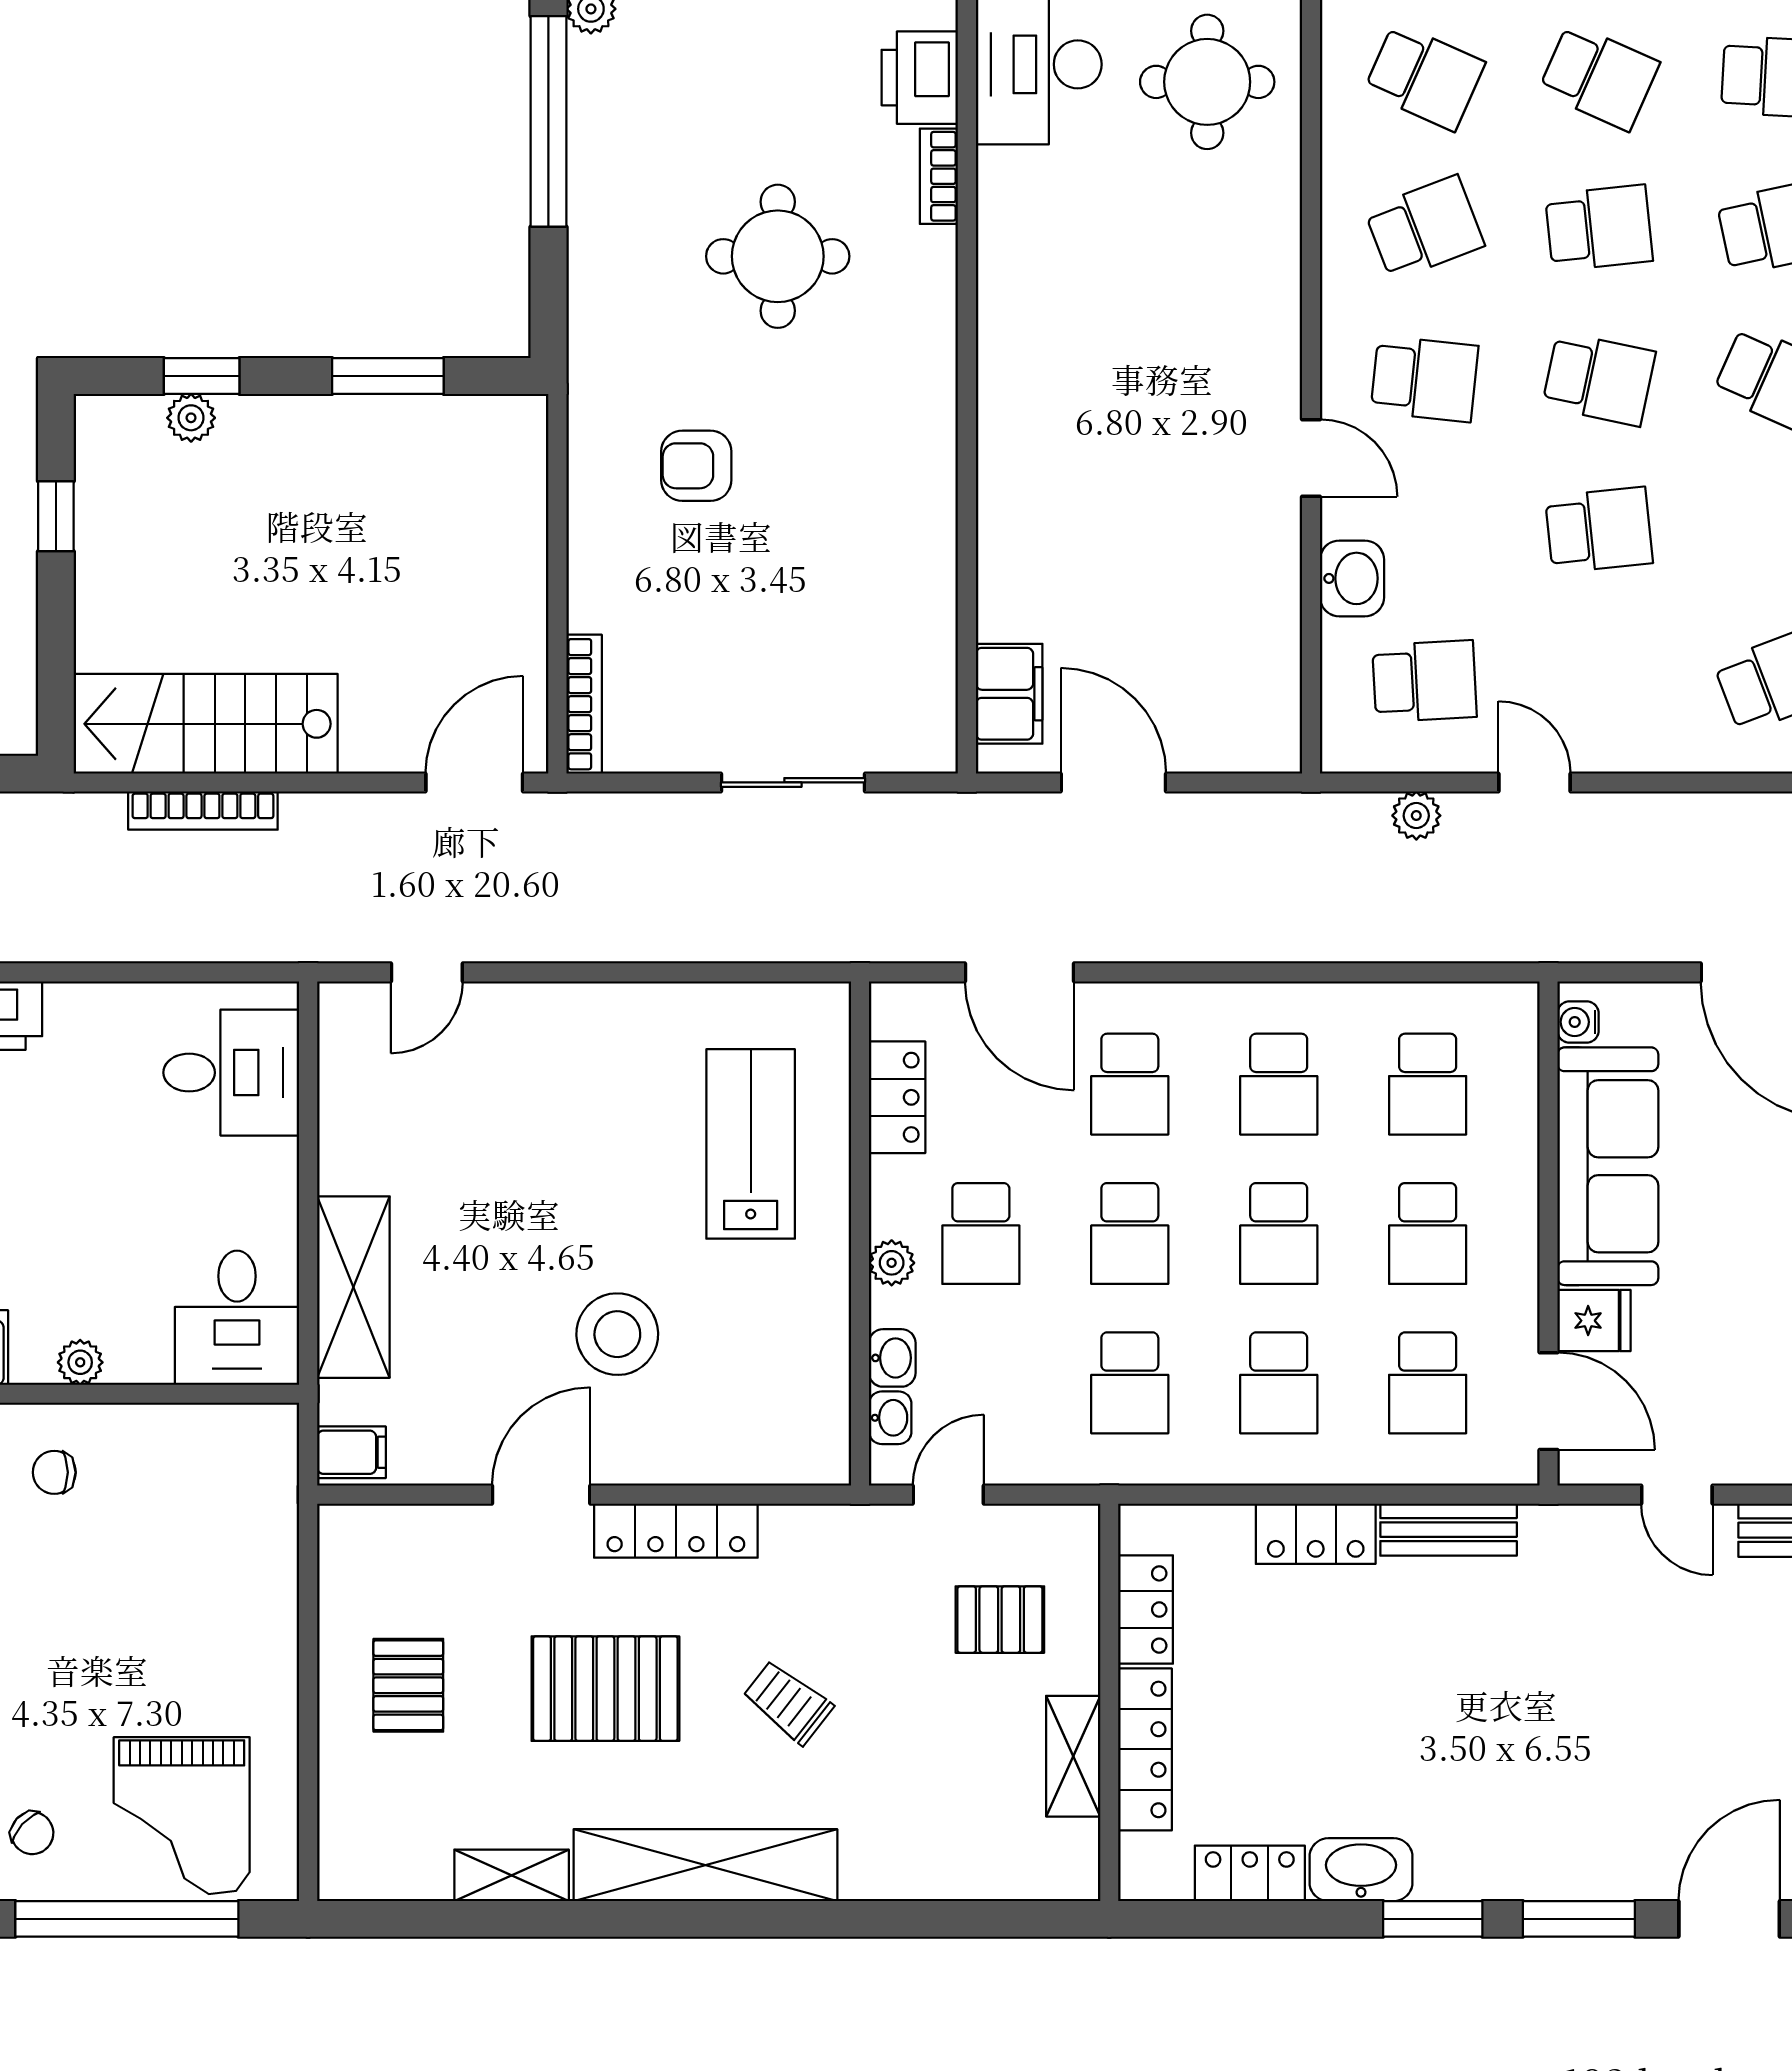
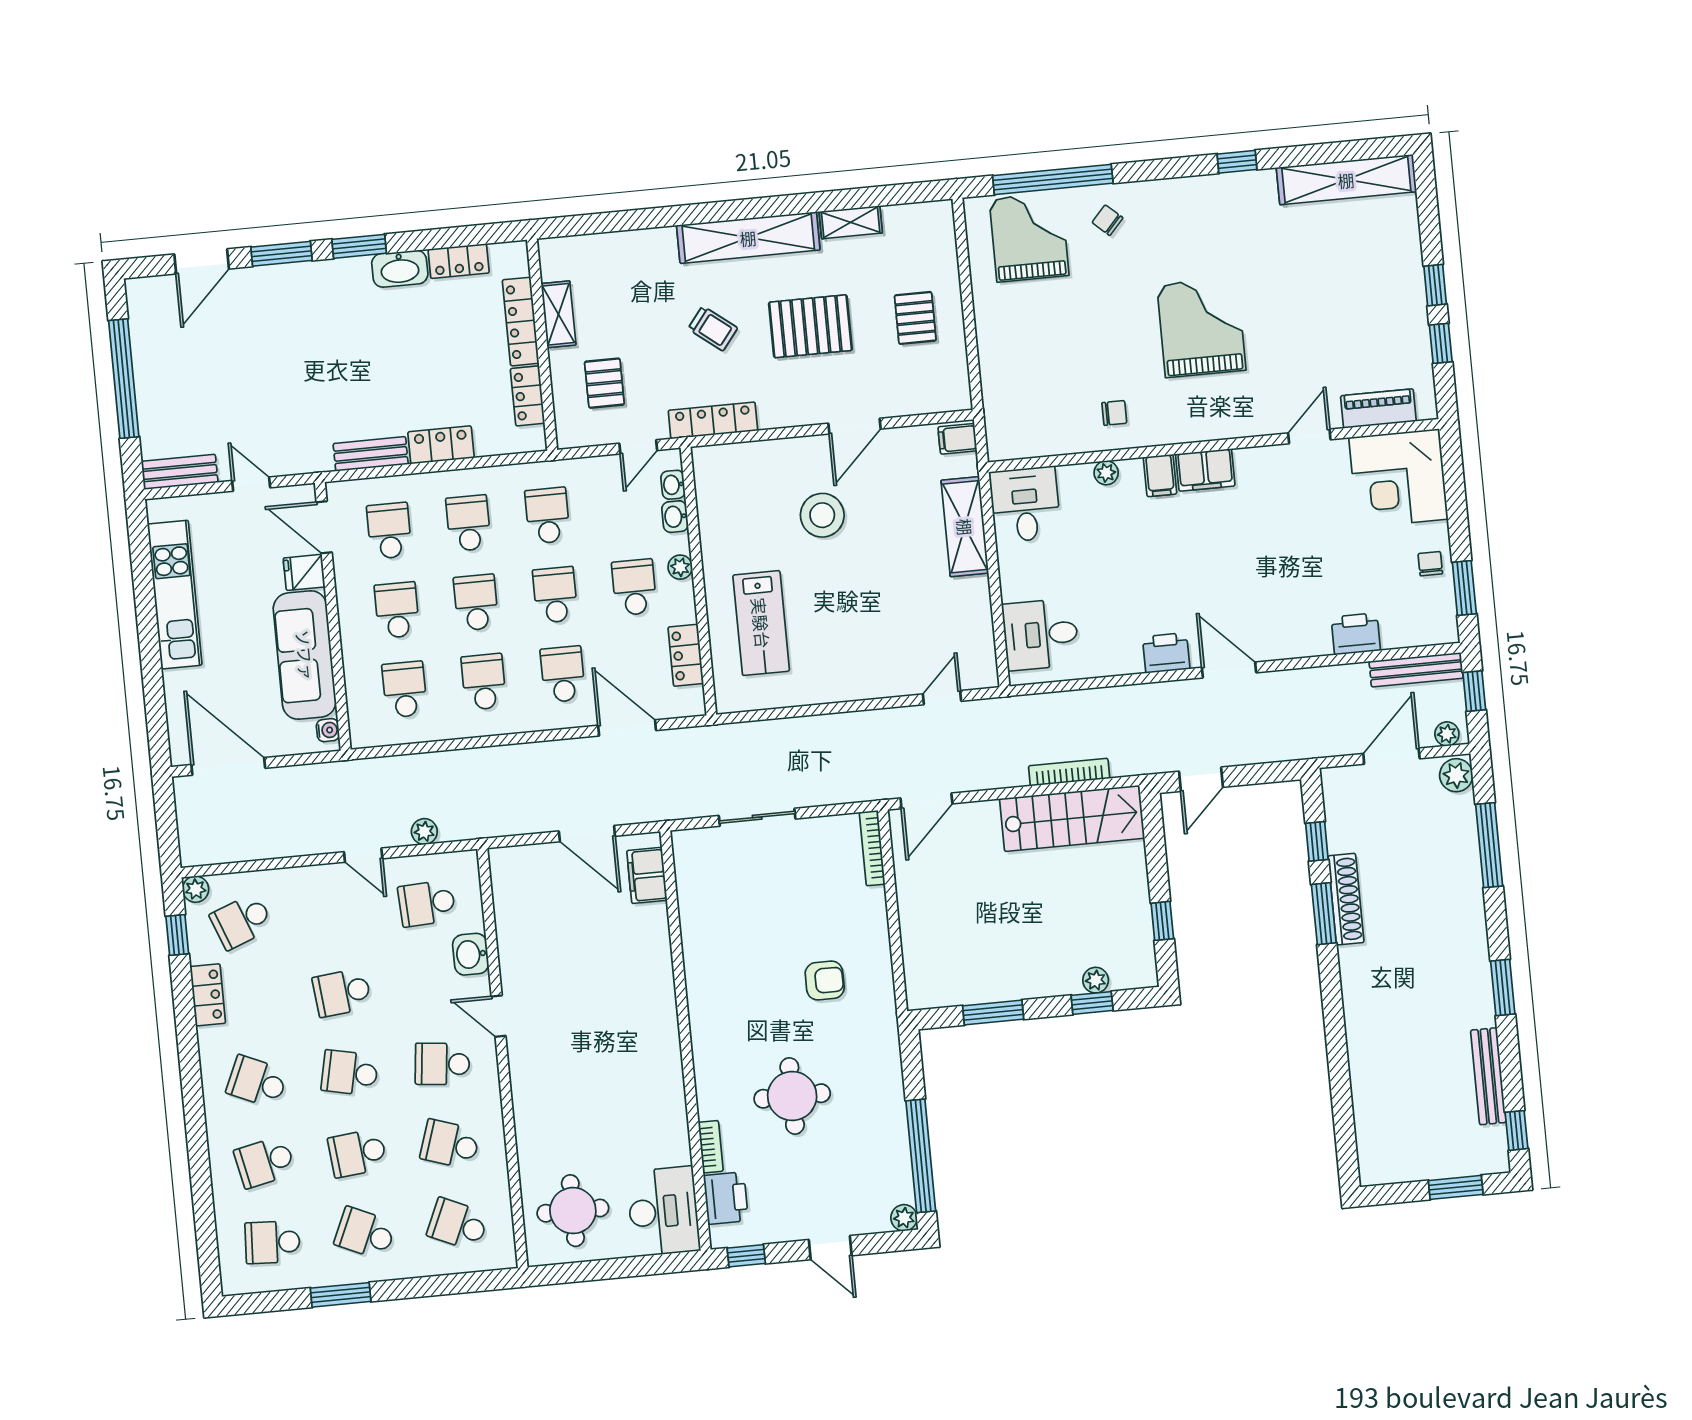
school desk: (1424, 228) -> (450, 1144), turned 39
locker: (676, 1531) -> (713, 420), moved
pallet: (1000, 1620) -> (604, 383), turned 90

